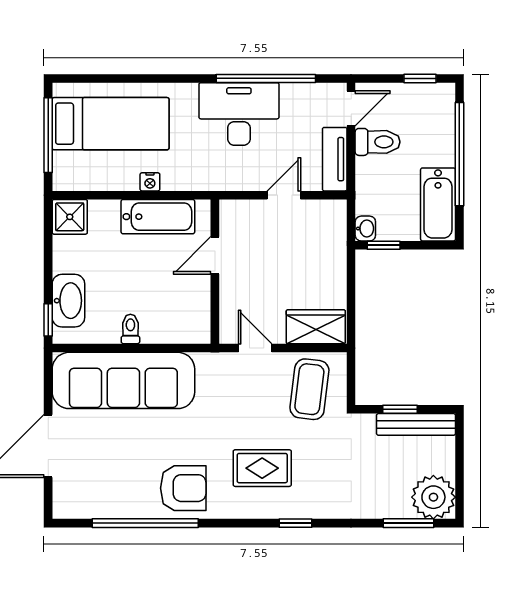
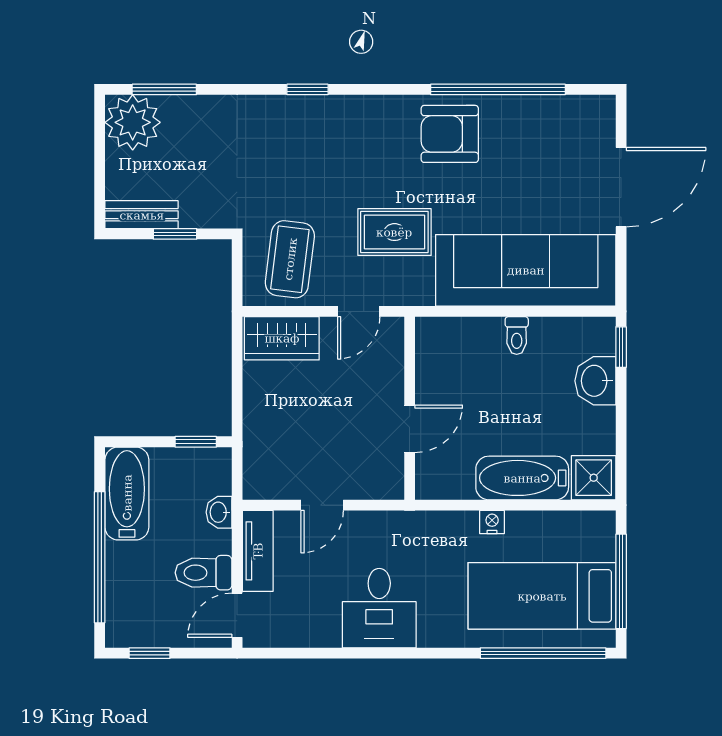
window: (266, 78) -> (543, 653), moved
desk: (239, 114) -> (379, 608), width x0.73
bathtub: (158, 217) -> (522, 478), moved
washbasin: (365, 229) -> (219, 512), moved
washbasin: (68, 301) -> (595, 381), width x0.72
door: (255, 348) -> (359, 311), hinge flipped
bench: (416, 424) -> (142, 215), width x0.73
rug: (262, 468) -> (394, 232), moved

